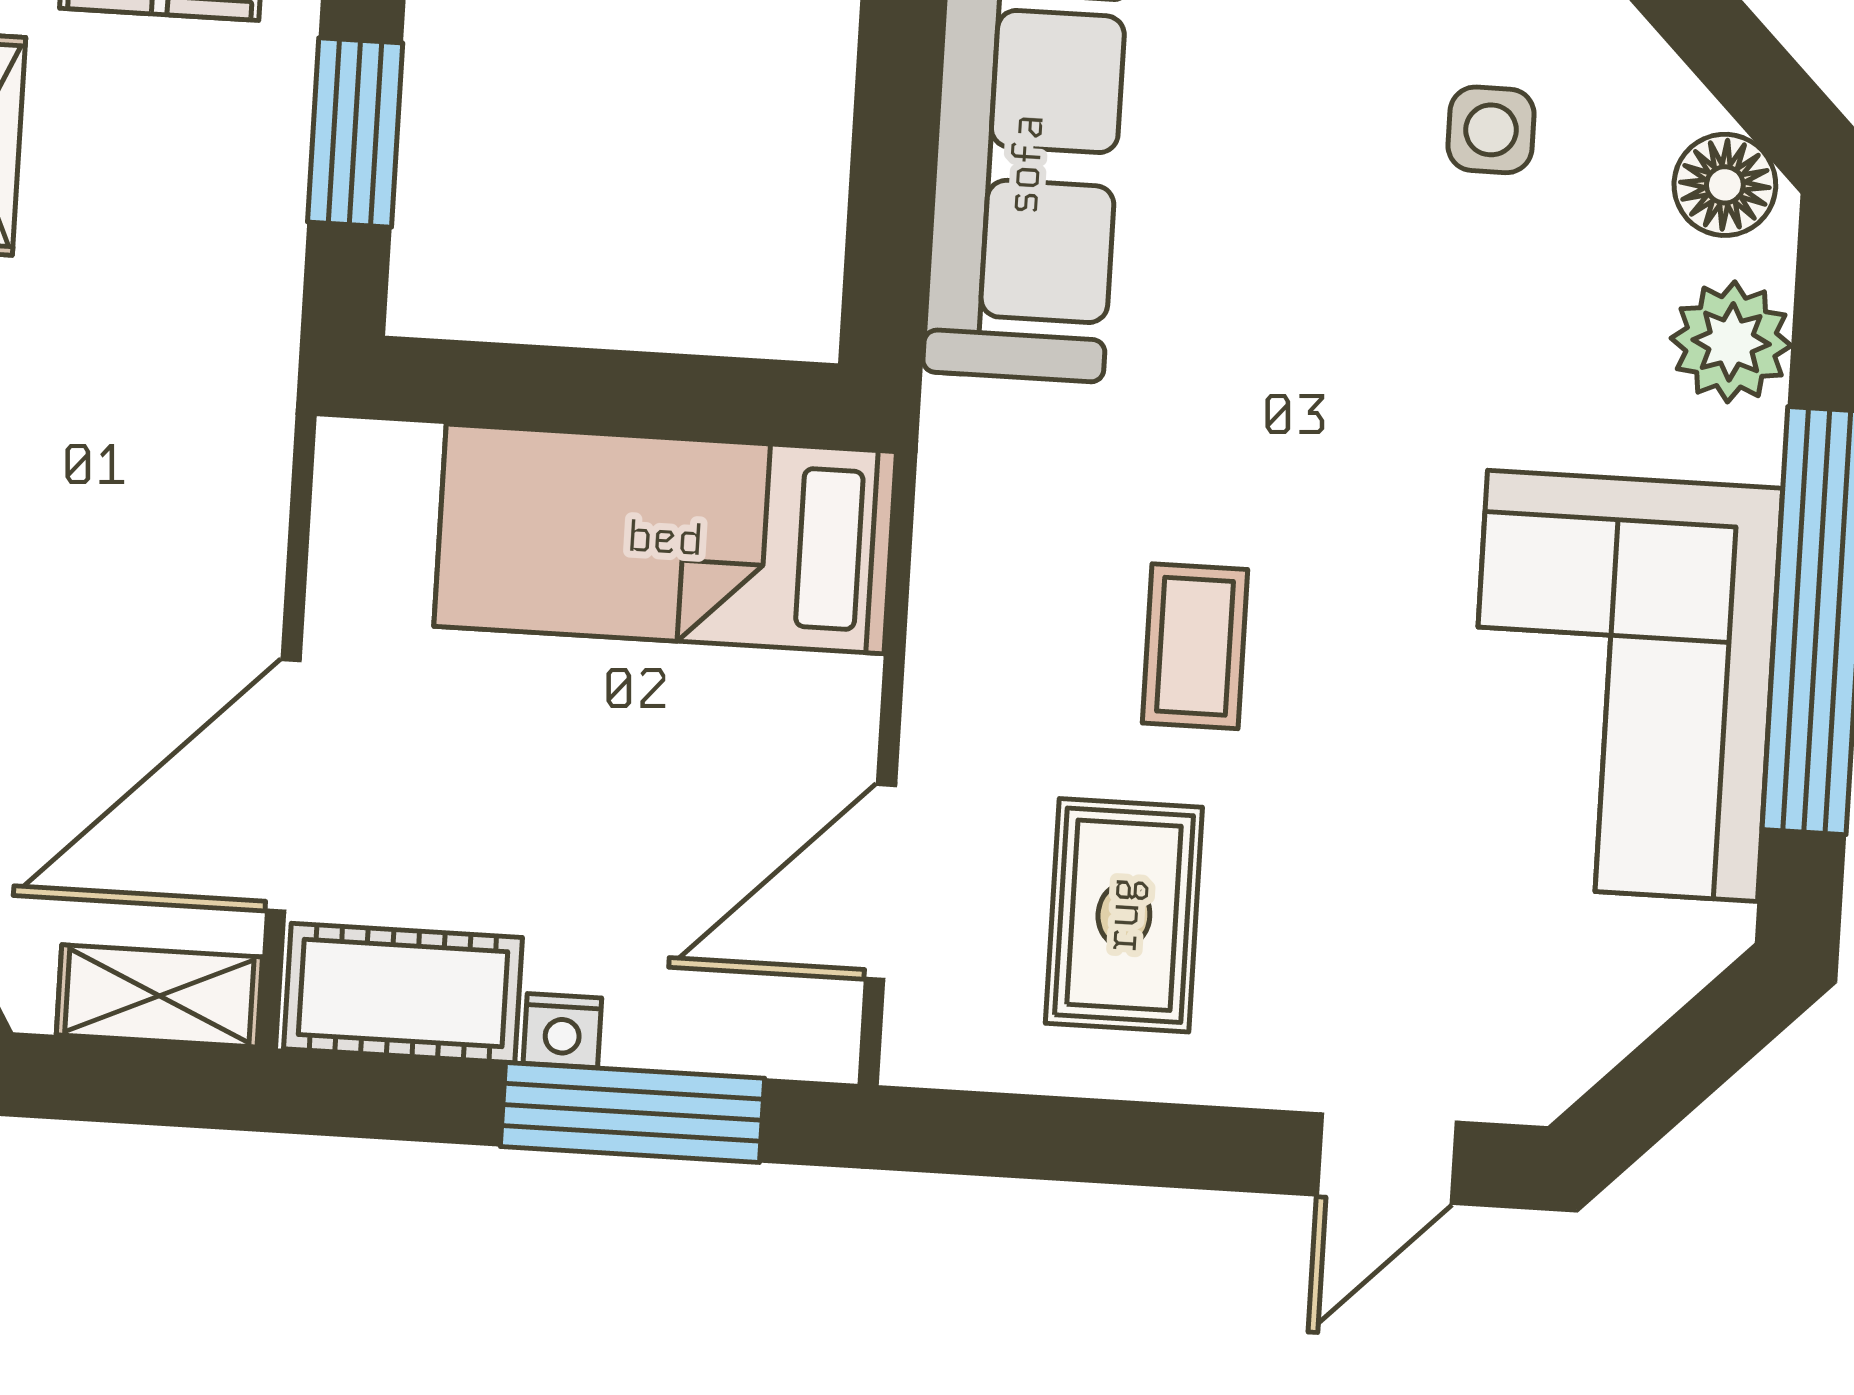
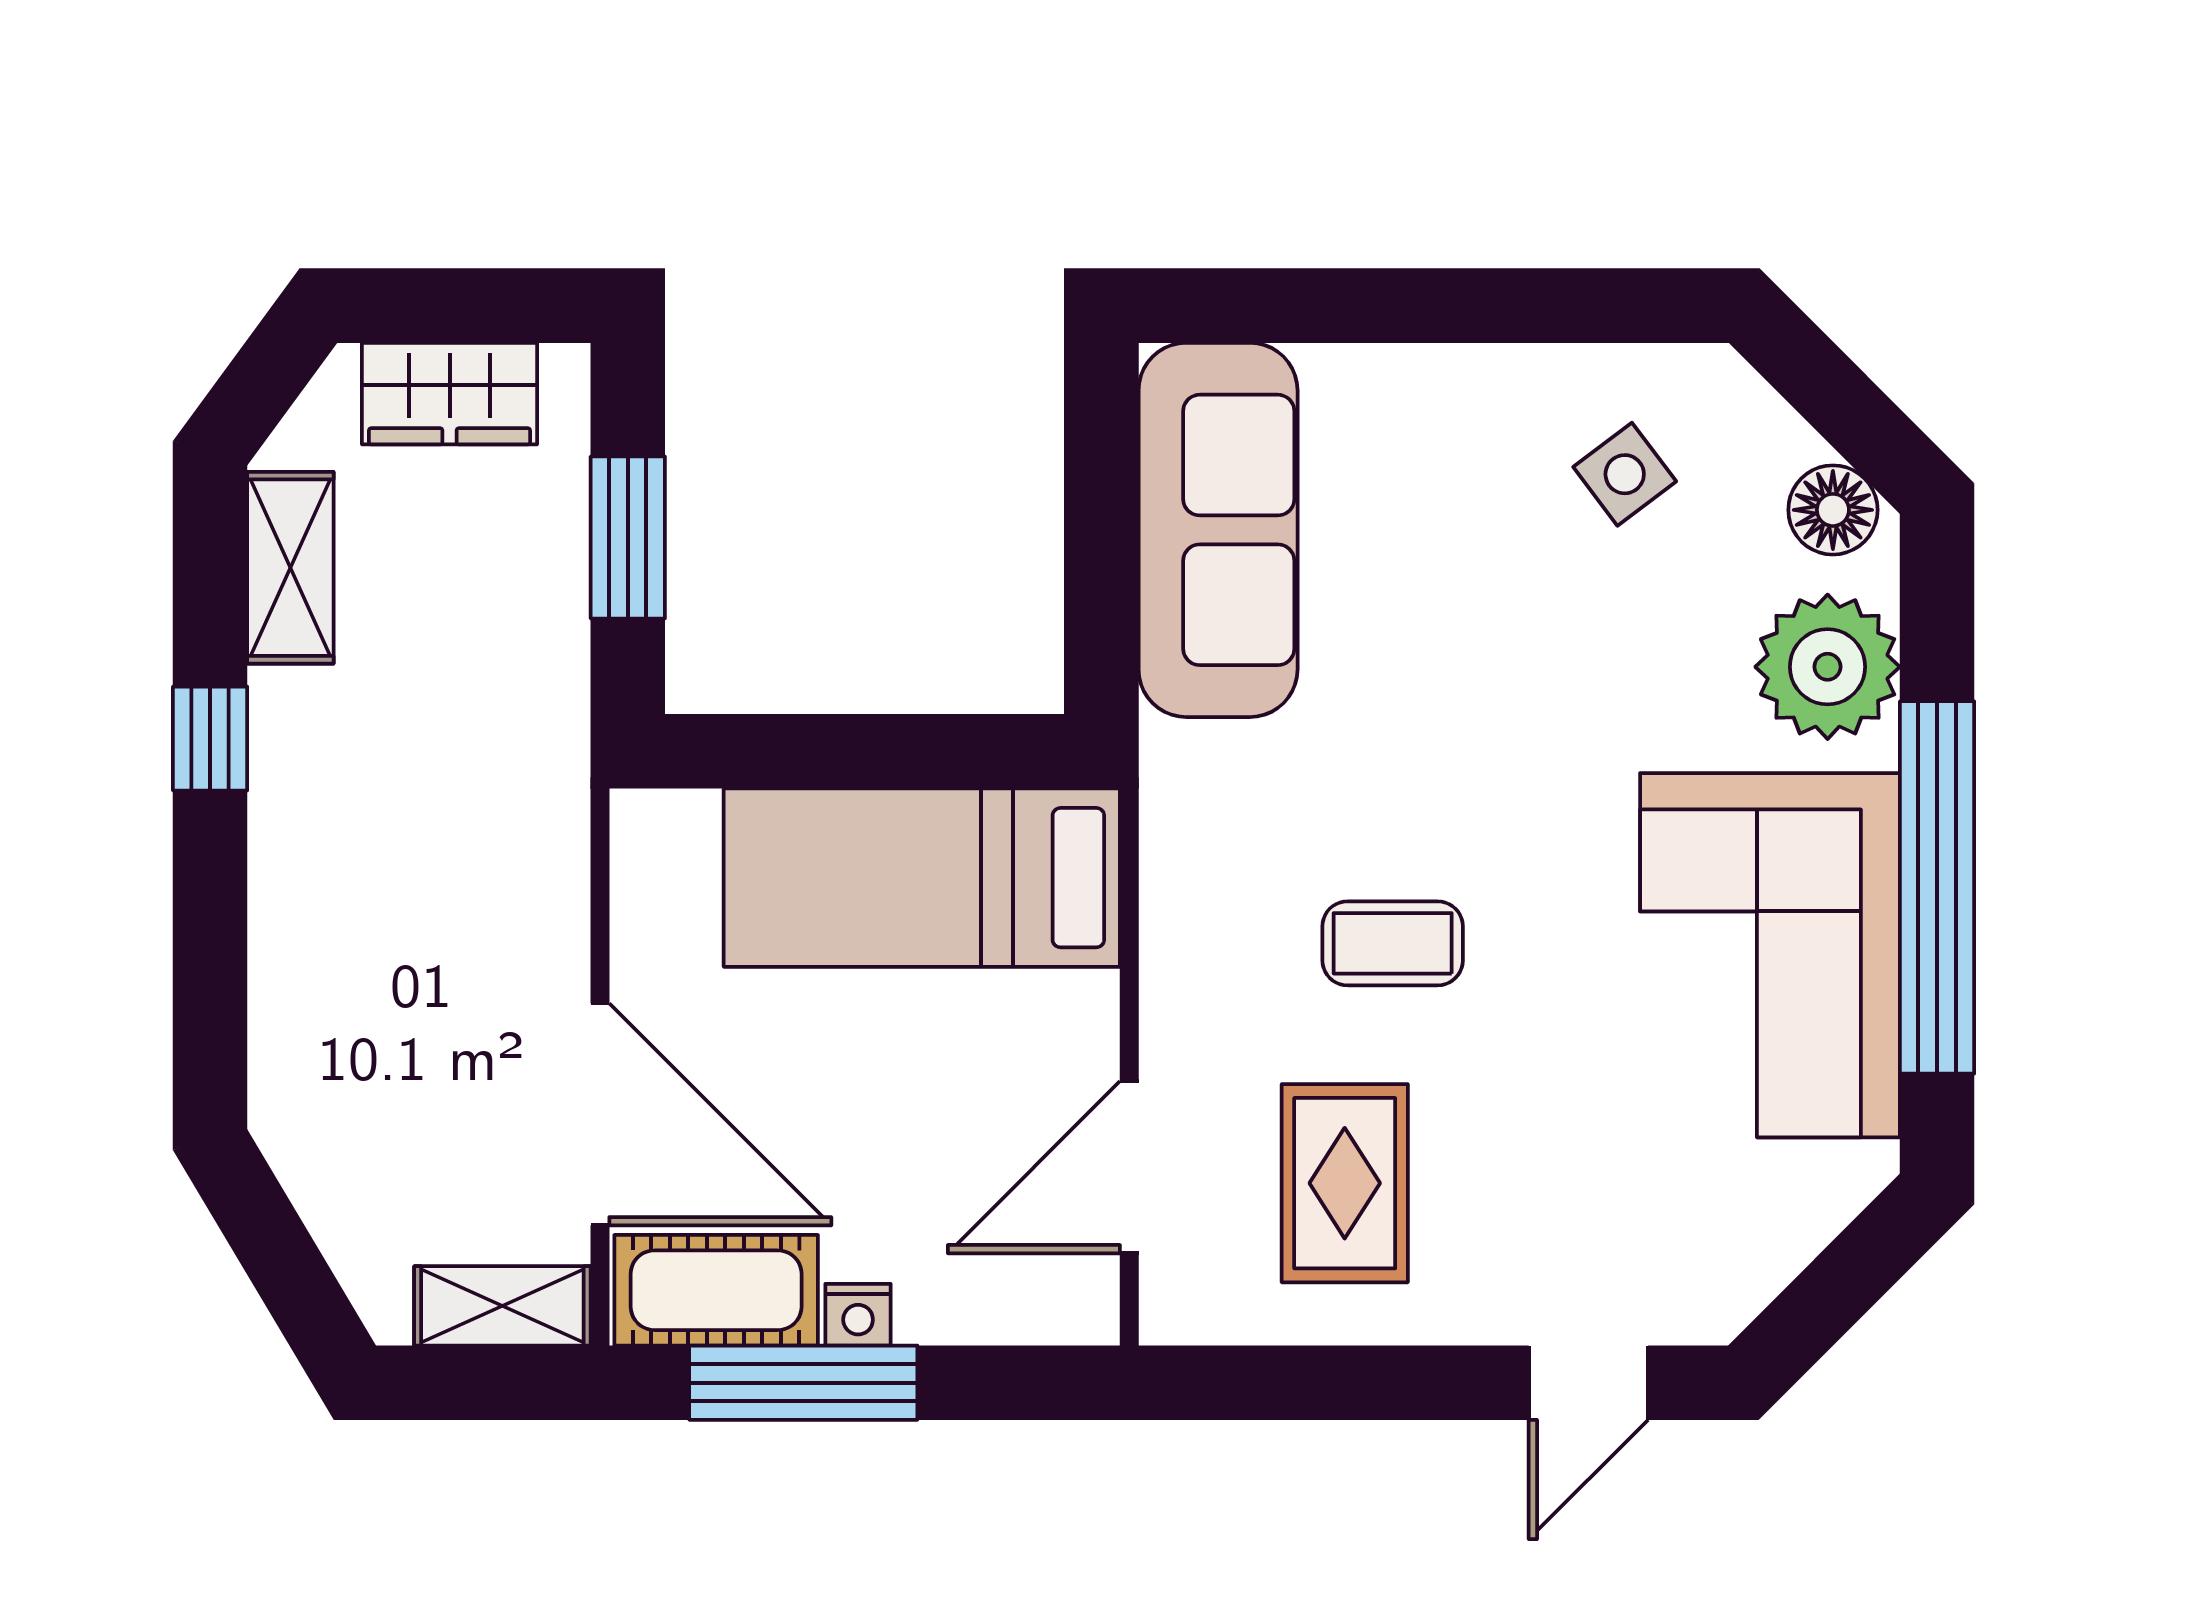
side table: (1491, 130) -> (1625, 474), turned -37
plant: (1731, 342) -> (1828, 667), width x1.36, depth x1.36
coffee table: (1195, 646) -> (1393, 943), turned 90
door: (283, 785) -> (600, 1114), swing flipped
window: (633, 1112) -> (803, 1383), moved

